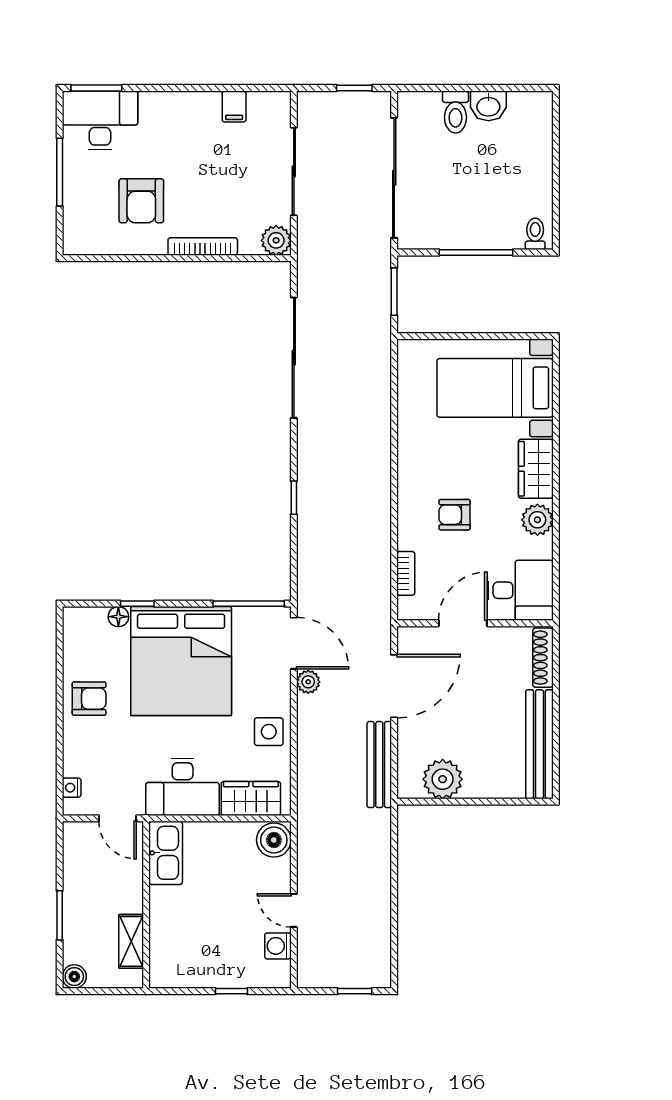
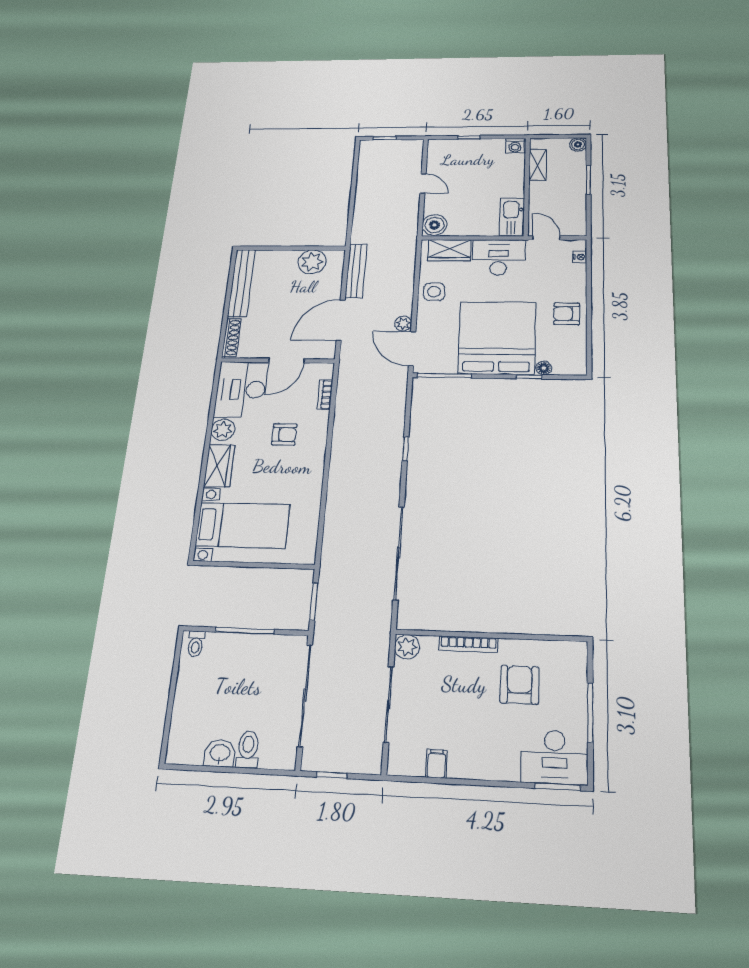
desk: (521, 590) -> (241, 390), width x1.37
washing machine: (278, 946) -> (515, 146), moved, turned 90

